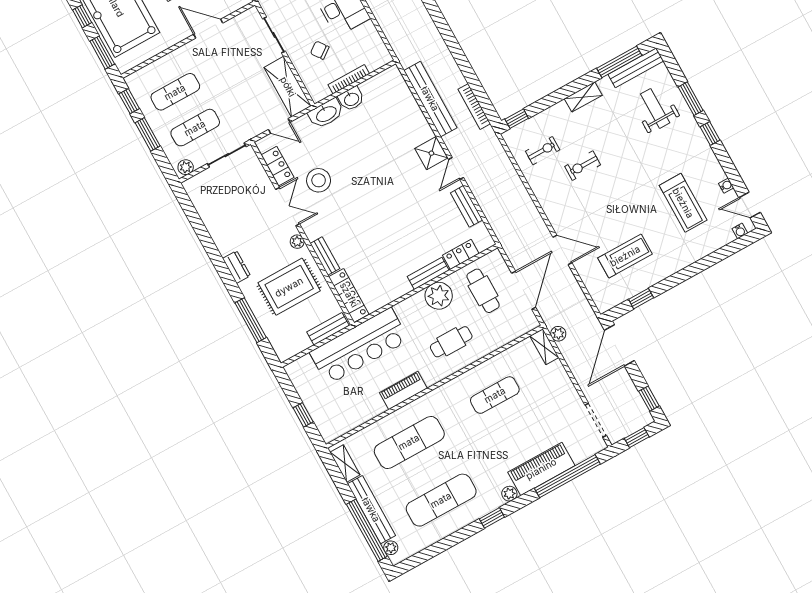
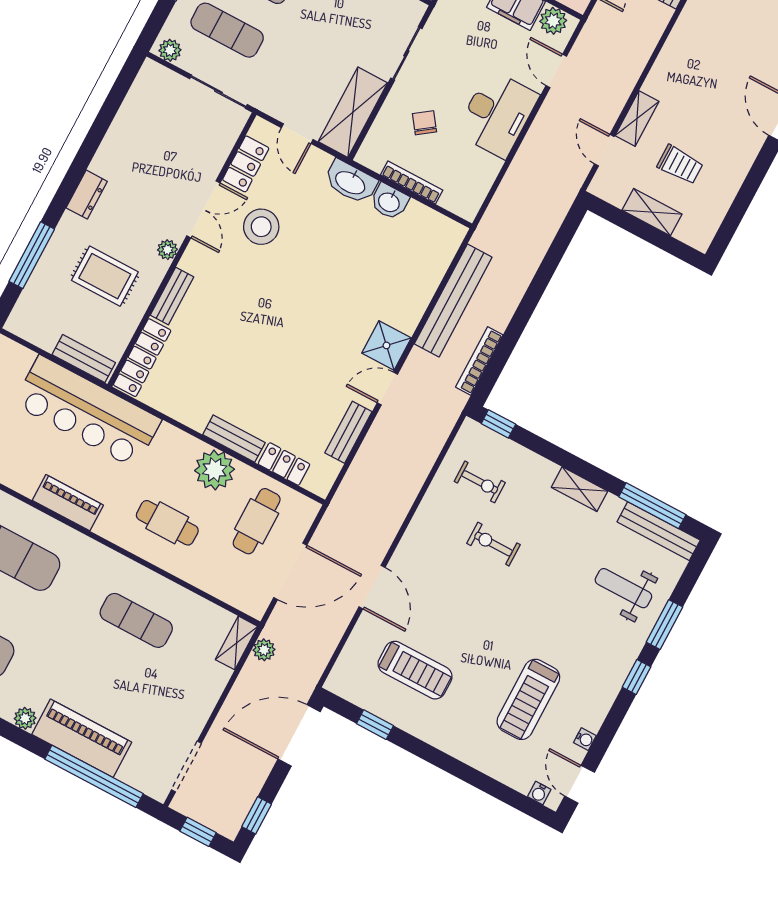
weight bench: (655, 108) -> (623, 588), turned -90
rug: (289, 287) -> (105, 276), width x0.73, depth x0.70

